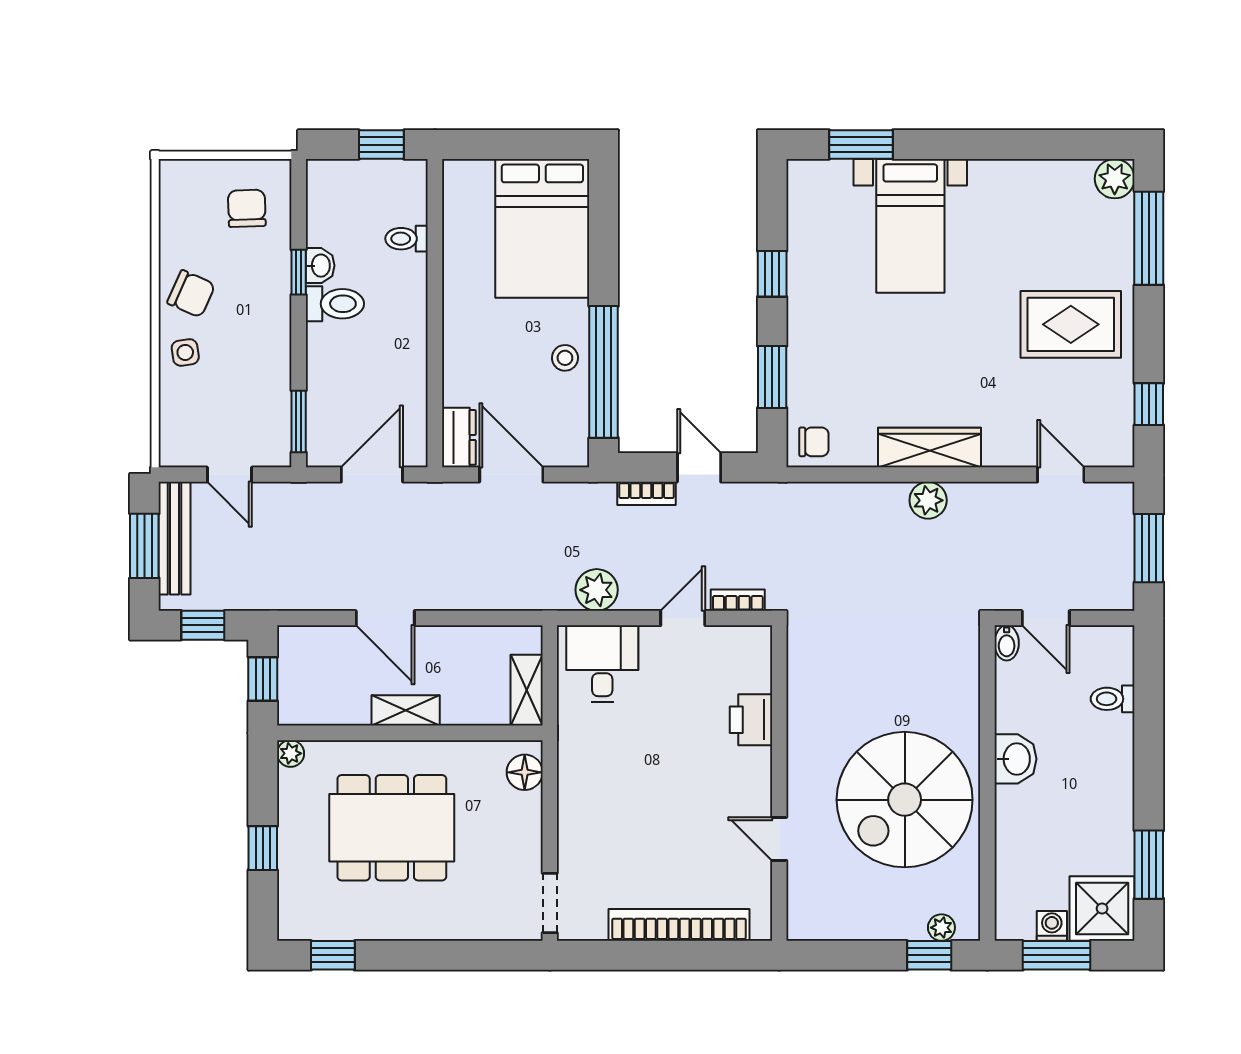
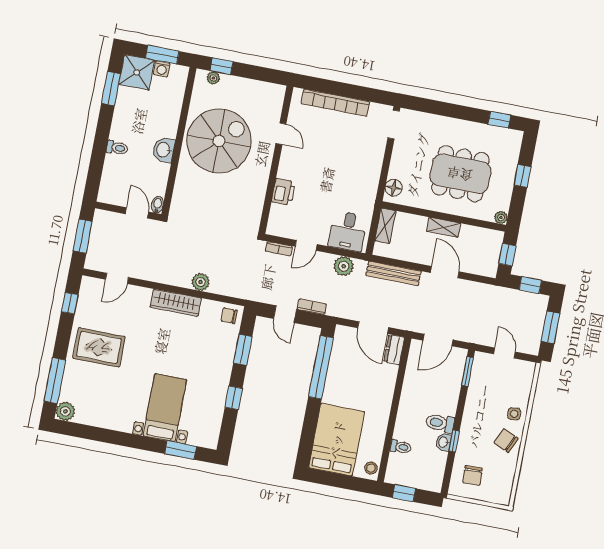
stool: (565, 358) -> (371, 468), moved
door: (1061, 475) -> (117, 278), hinge flipped
plant: (928, 500) -> (201, 282), moved
bench: (175, 538) -> (393, 273), moved, turned 90
toilet: (1113, 699) -> (117, 148), moved

